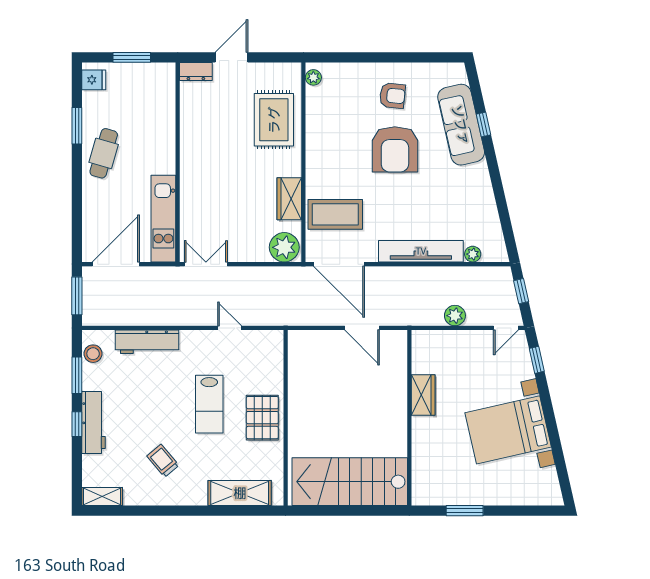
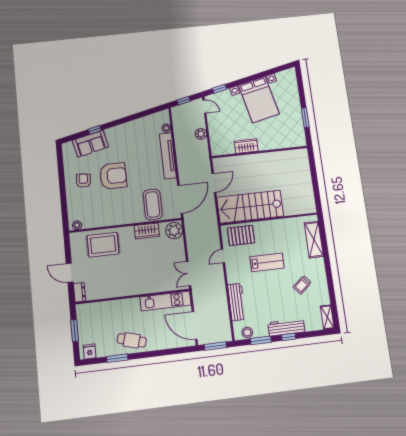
sofa: (461, 125) -> (90, 144), width x0.73
pallet: (262, 418) -> (241, 235), moved
stairs: (350, 482) -> (250, 207), moved, turned 90

